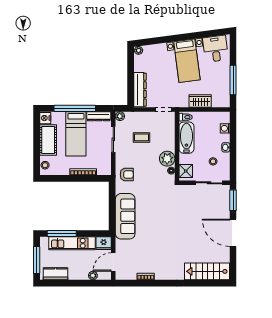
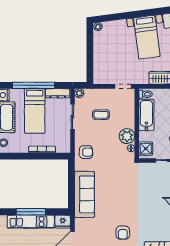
dresser: (140, 90) -> (99, 66), removed
window: (62, 233) -> (31, 212), moved
armchair: (163, 254) -> (123, 233), added

